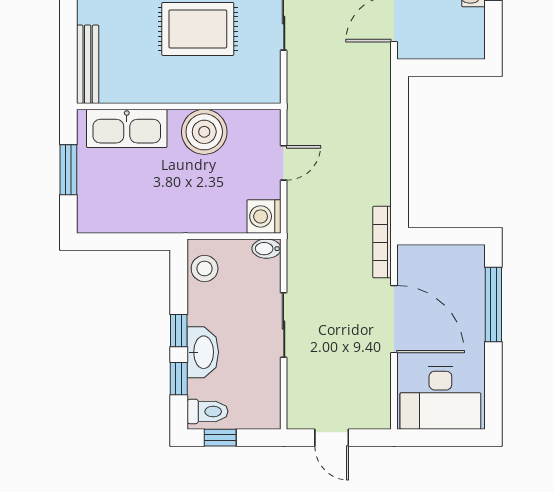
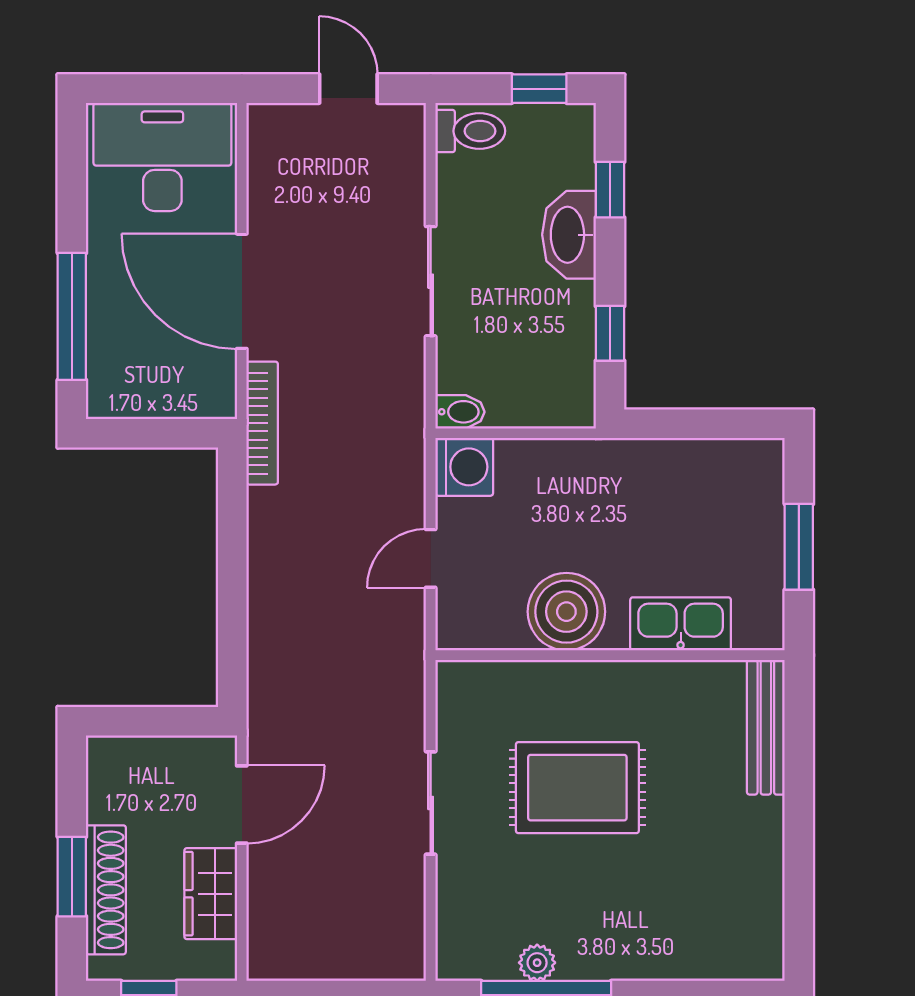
kitchen sink: (127, 128) -> (681, 624), width x0.73, depth x0.81
stool: (205, 269) -> (566, 378), removed
window: (179, 331) -> (610, 333), moved
toilet: (207, 411) -> (470, 131), moved, turned 180

